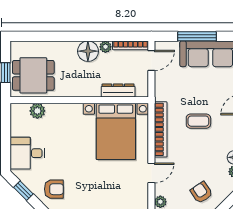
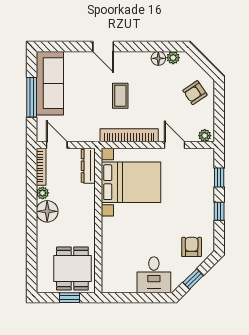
dresser: (118, 90) -> (88, 166), moved
plant: (37, 111) -> (110, 264), removed

